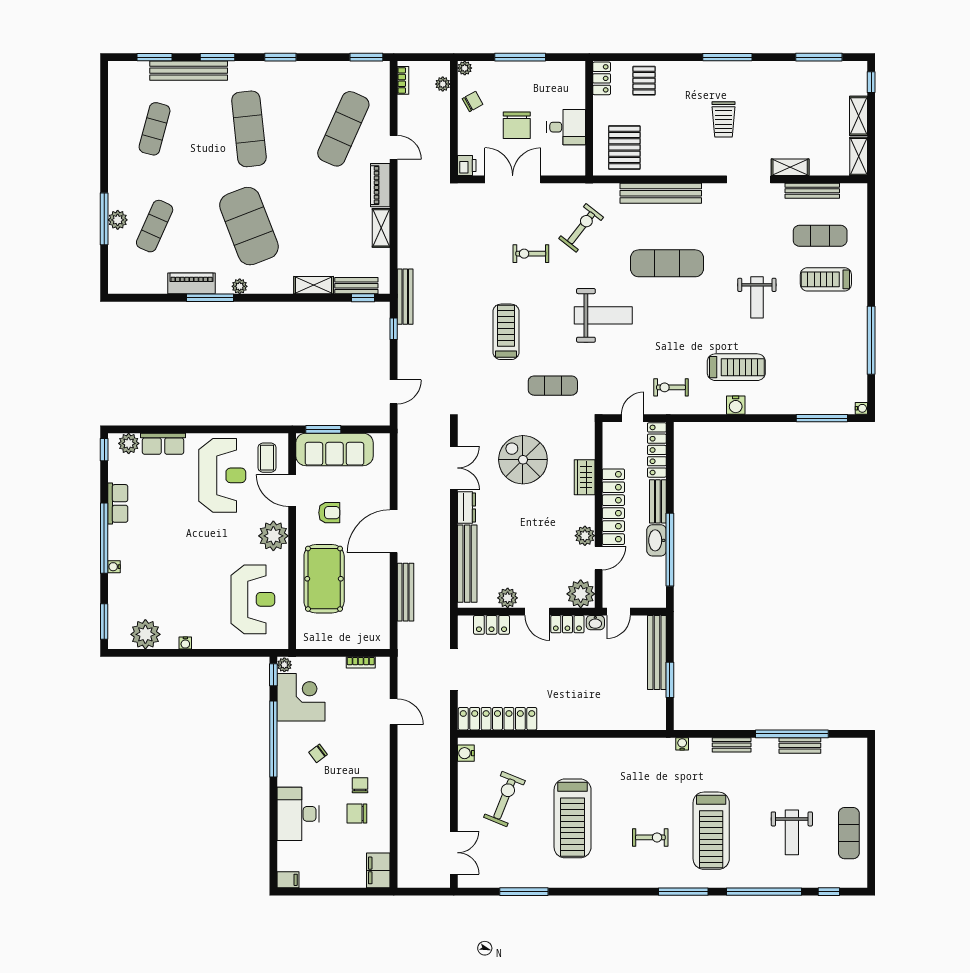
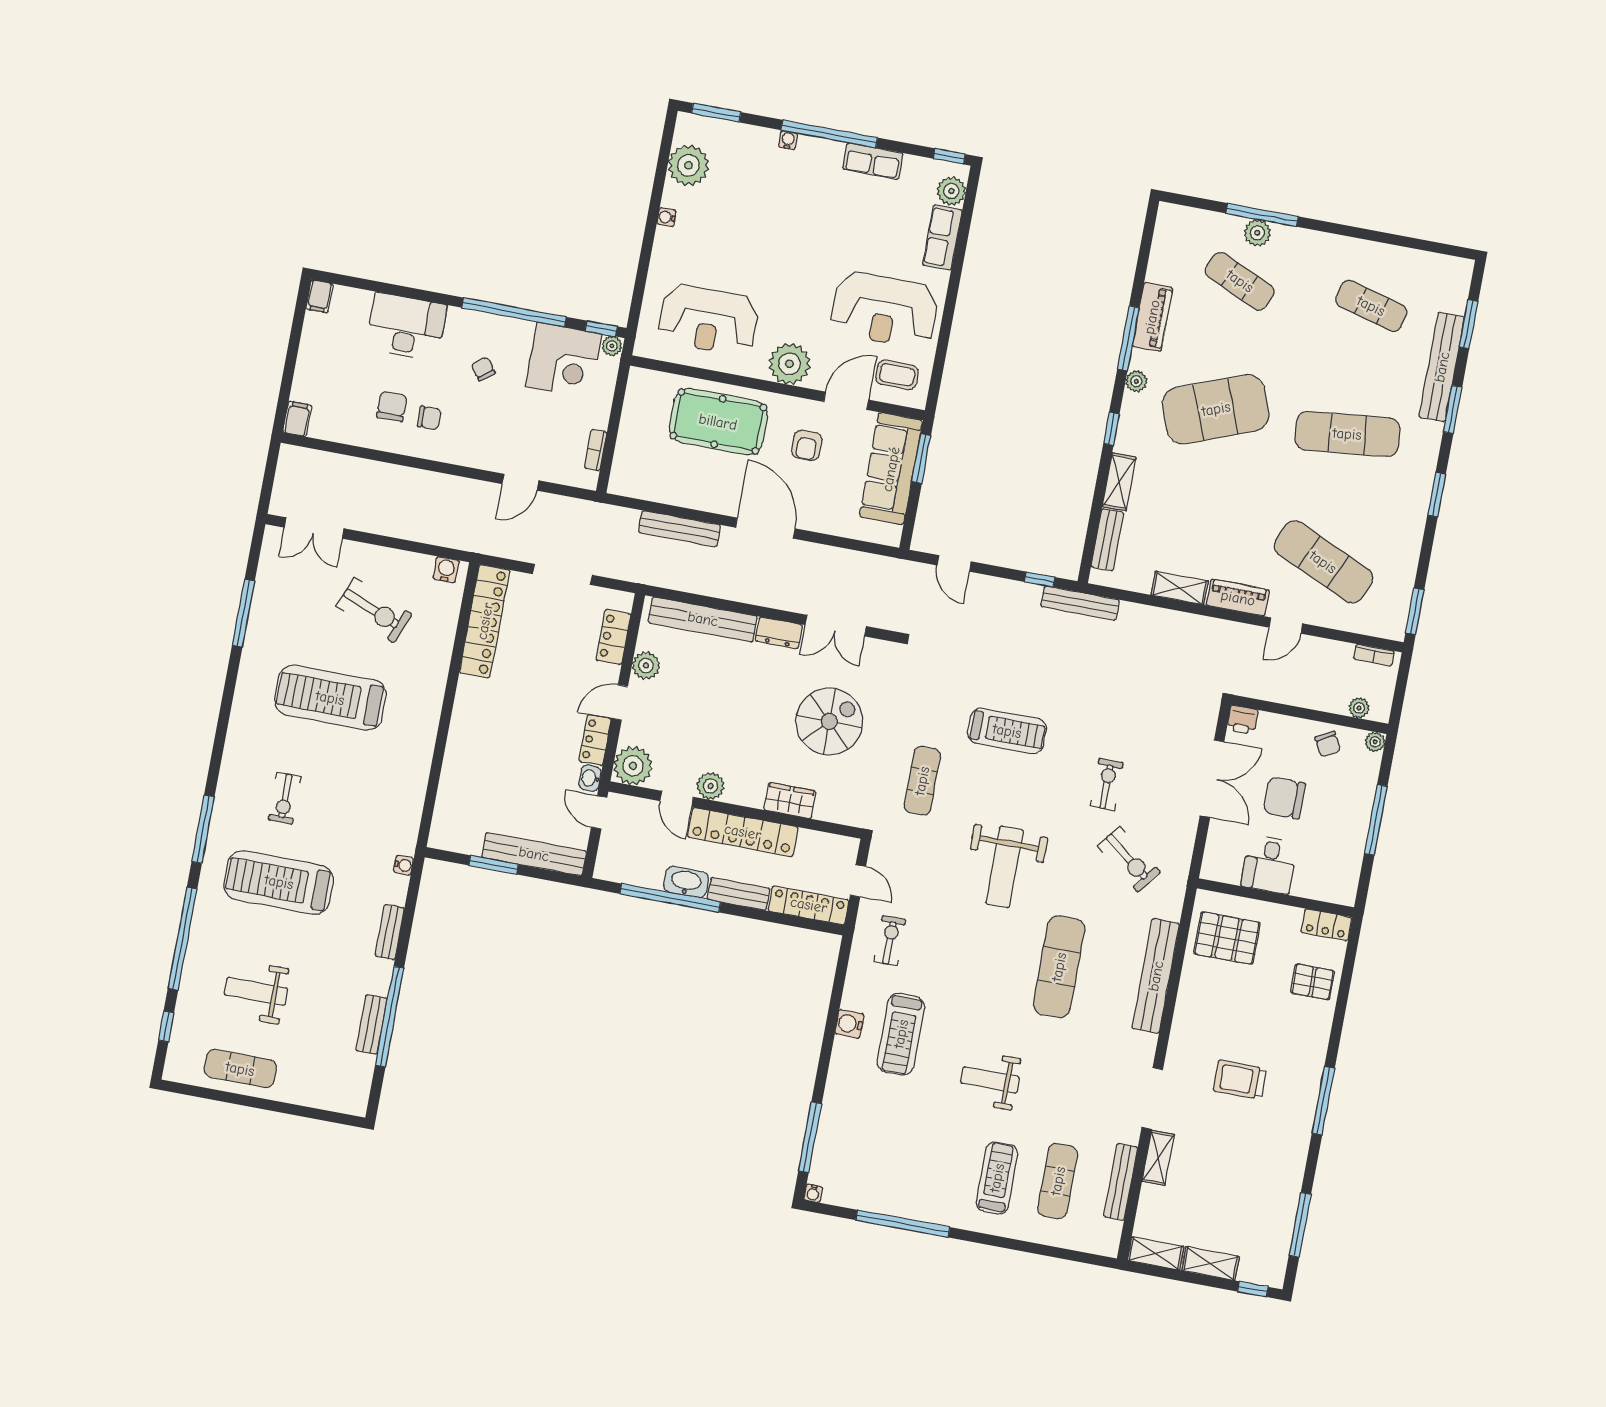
window: (363, 298) -> (1111, 429), moved
filing cabinet: (378, 870) -> (297, 419), width x0.50

